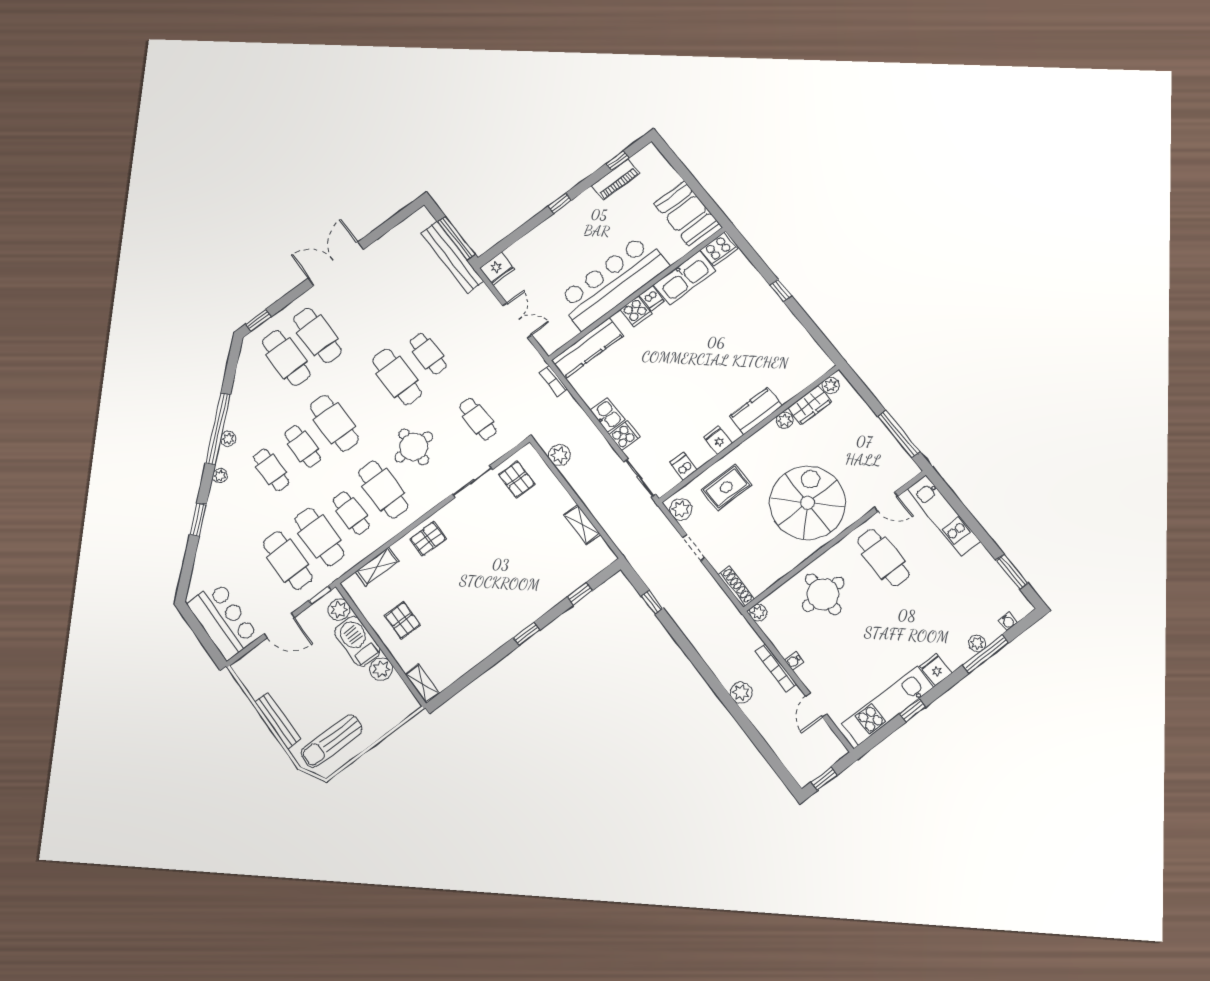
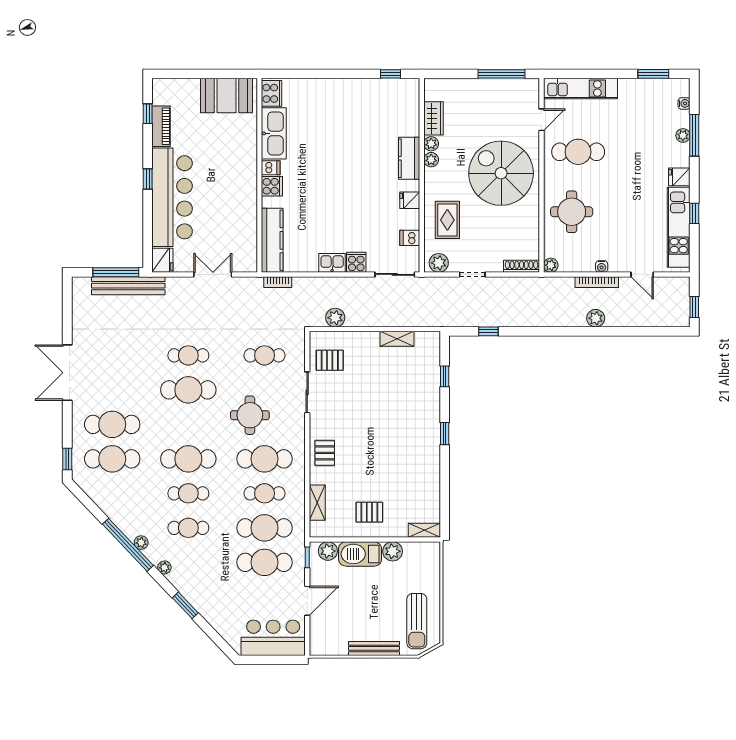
bar counter: (613, 282) -> (172, 197), moved, turned 180
window: (781, 290) -> (391, 74), moved
plant: (831, 385) -> (431, 160), moved

